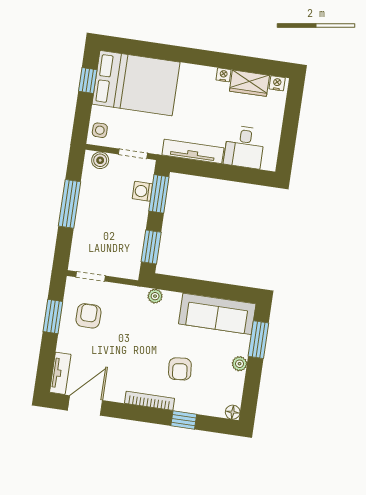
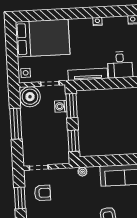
window: (88, 80) -> (11, 43), removed
wardrobe: (249, 83) -> (115, 23), removed
boiler: (100, 160) -> (30, 97), width x1.86, depth x1.86
armchair: (88, 316) -> (43, 193), turned 90

